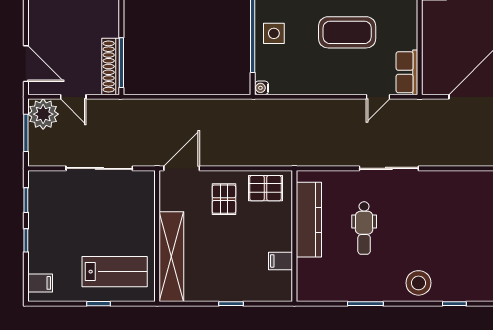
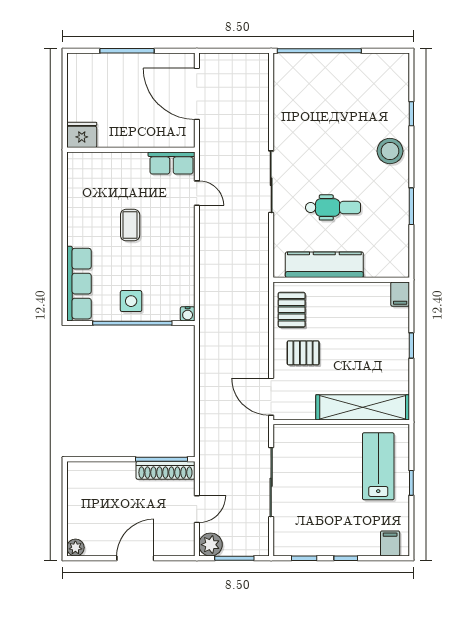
coffee table: (347, 32) -> (130, 225), width x0.54, depth x0.58
door: (26, 64) -> (135, 558), moved
plant: (43, 114) -> (211, 545), width x0.73, depth x0.73
filing cabinet: (281, 261) -> (400, 294), moved

